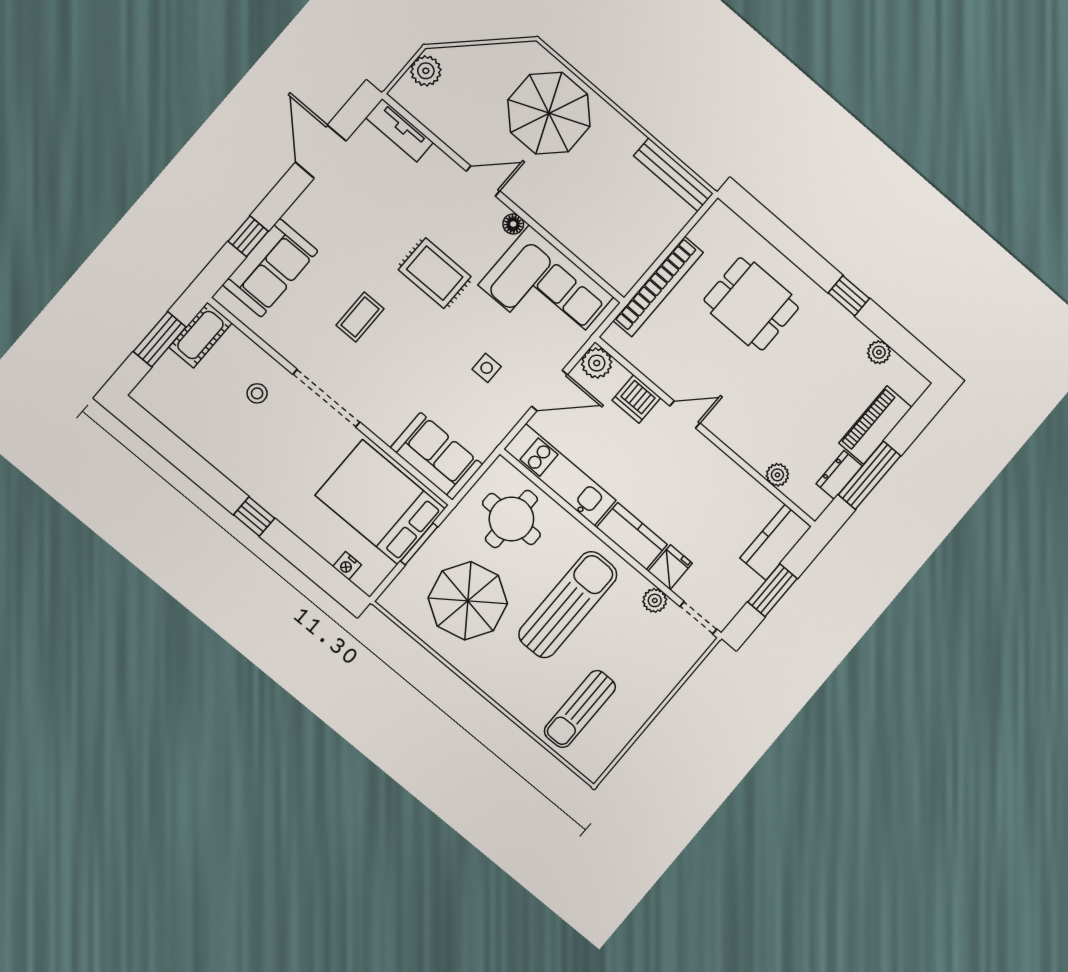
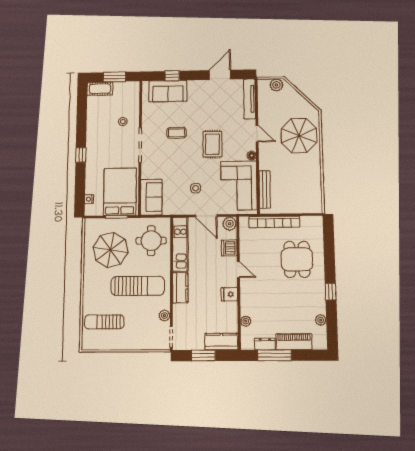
tv unit: (400, 130) -> (250, 99), width x1.41
bench: (673, 175) -> (265, 189), moved
cot: (200, 335) -> (100, 89), moved
fridge: (670, 567) -> (229, 294), moved, turned 180

